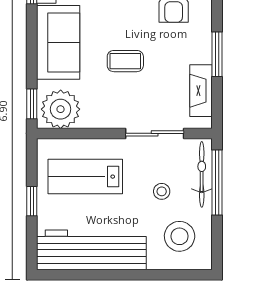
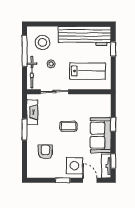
window: (32, 104) -> (113, 124), moved
plant: (61, 109) -> (99, 103), removed
window: (217, 182) -> (25, 51), moved
window: (32, 201) -> (113, 49), moved

